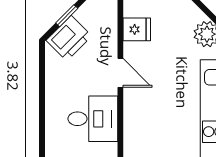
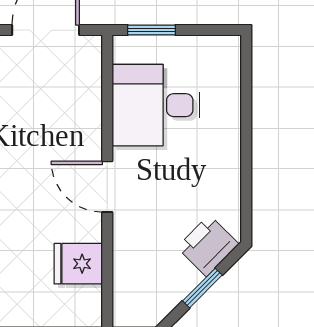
printer: (69, 38) -> (208, 246), width x0.73, depth x0.81

